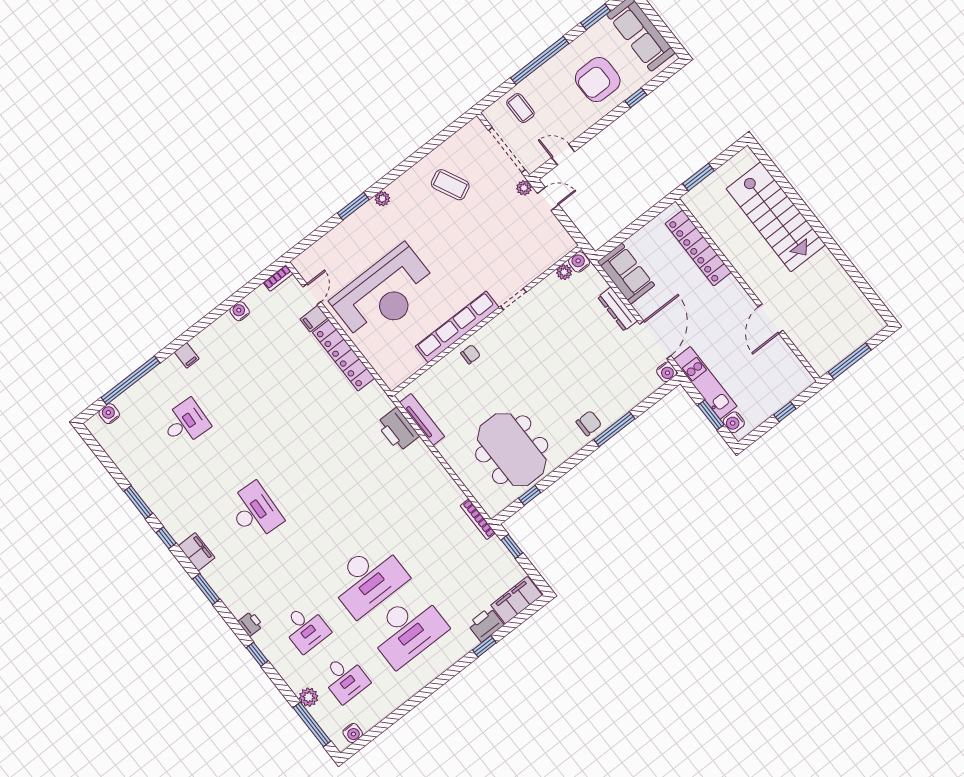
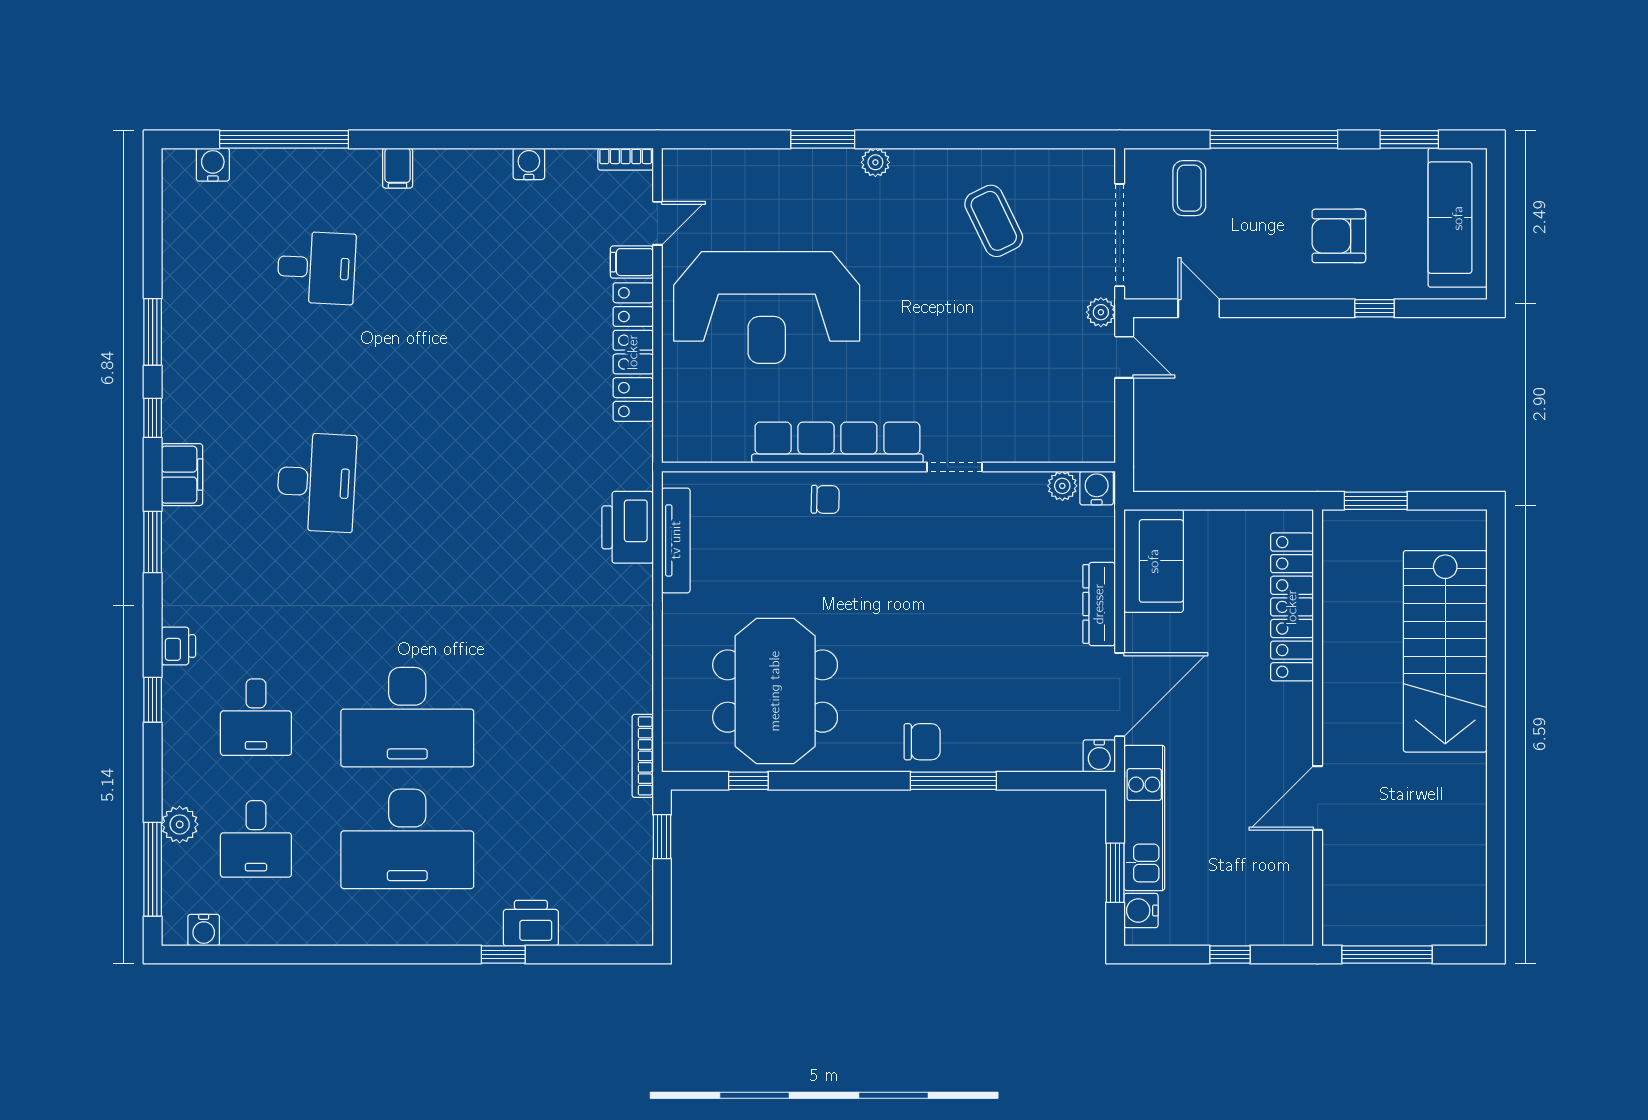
armchair: (598, 80) -> (1339, 236), width x0.73, depth x0.73
filing cabinet: (516, 600) -> (606, 923), removed

